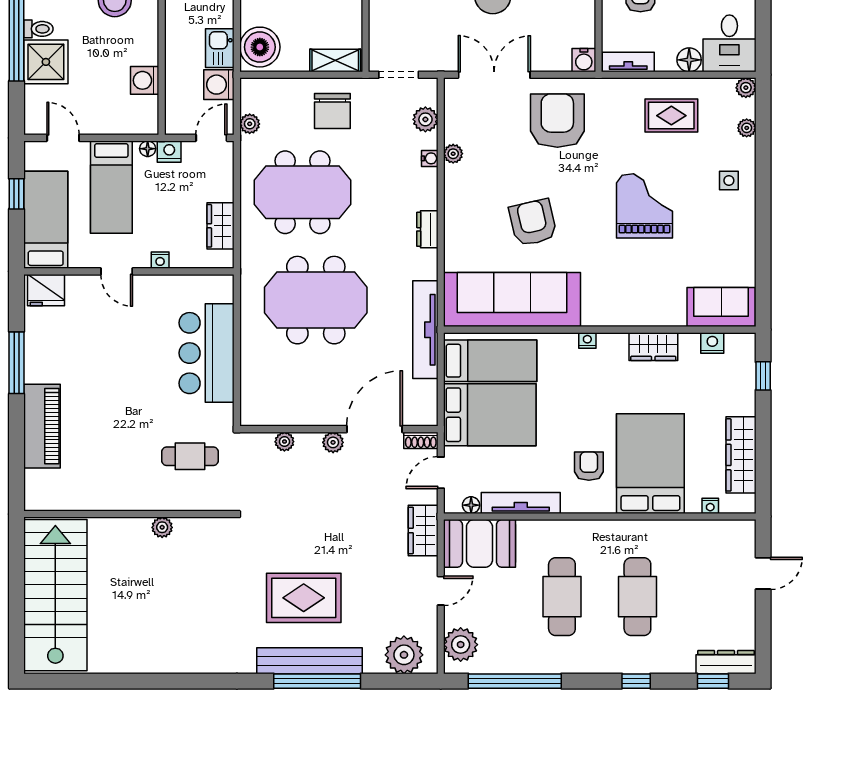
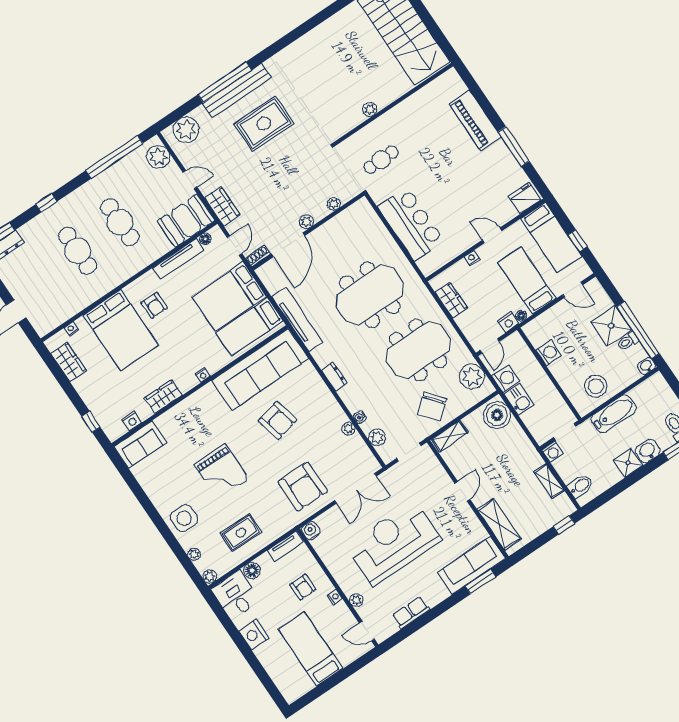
chair: (332, 111) -> (432, 407), turned -129
plant: (250, 124) -> (472, 376), width x1.87, depth x1.87
side table: (729, 181) -> (184, 518), width x1.87, depth x1.87
wardrobe: (741, 455) -> (68, 362), width x0.67
door: (441, 591) -> (190, 179), swing flipped

